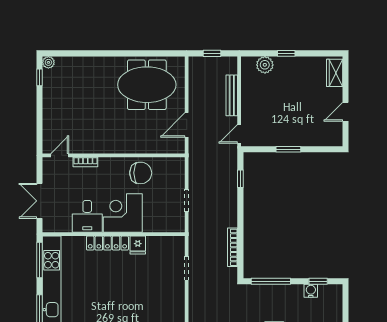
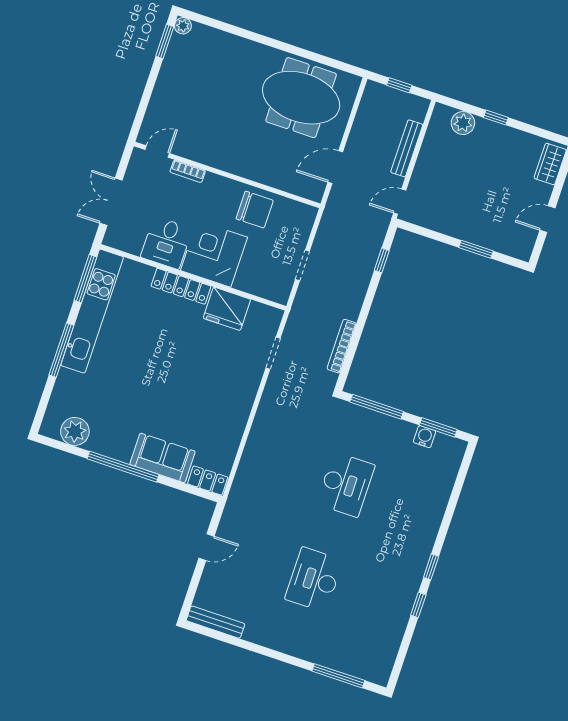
window: (39, 77) -> (165, 41), width x1.50
window: (288, 149) -> (476, 249), moved
fridge: (138, 245) -> (227, 309), width x1.88, depth x1.34
window: (318, 281) -> (438, 427), width x1.50

